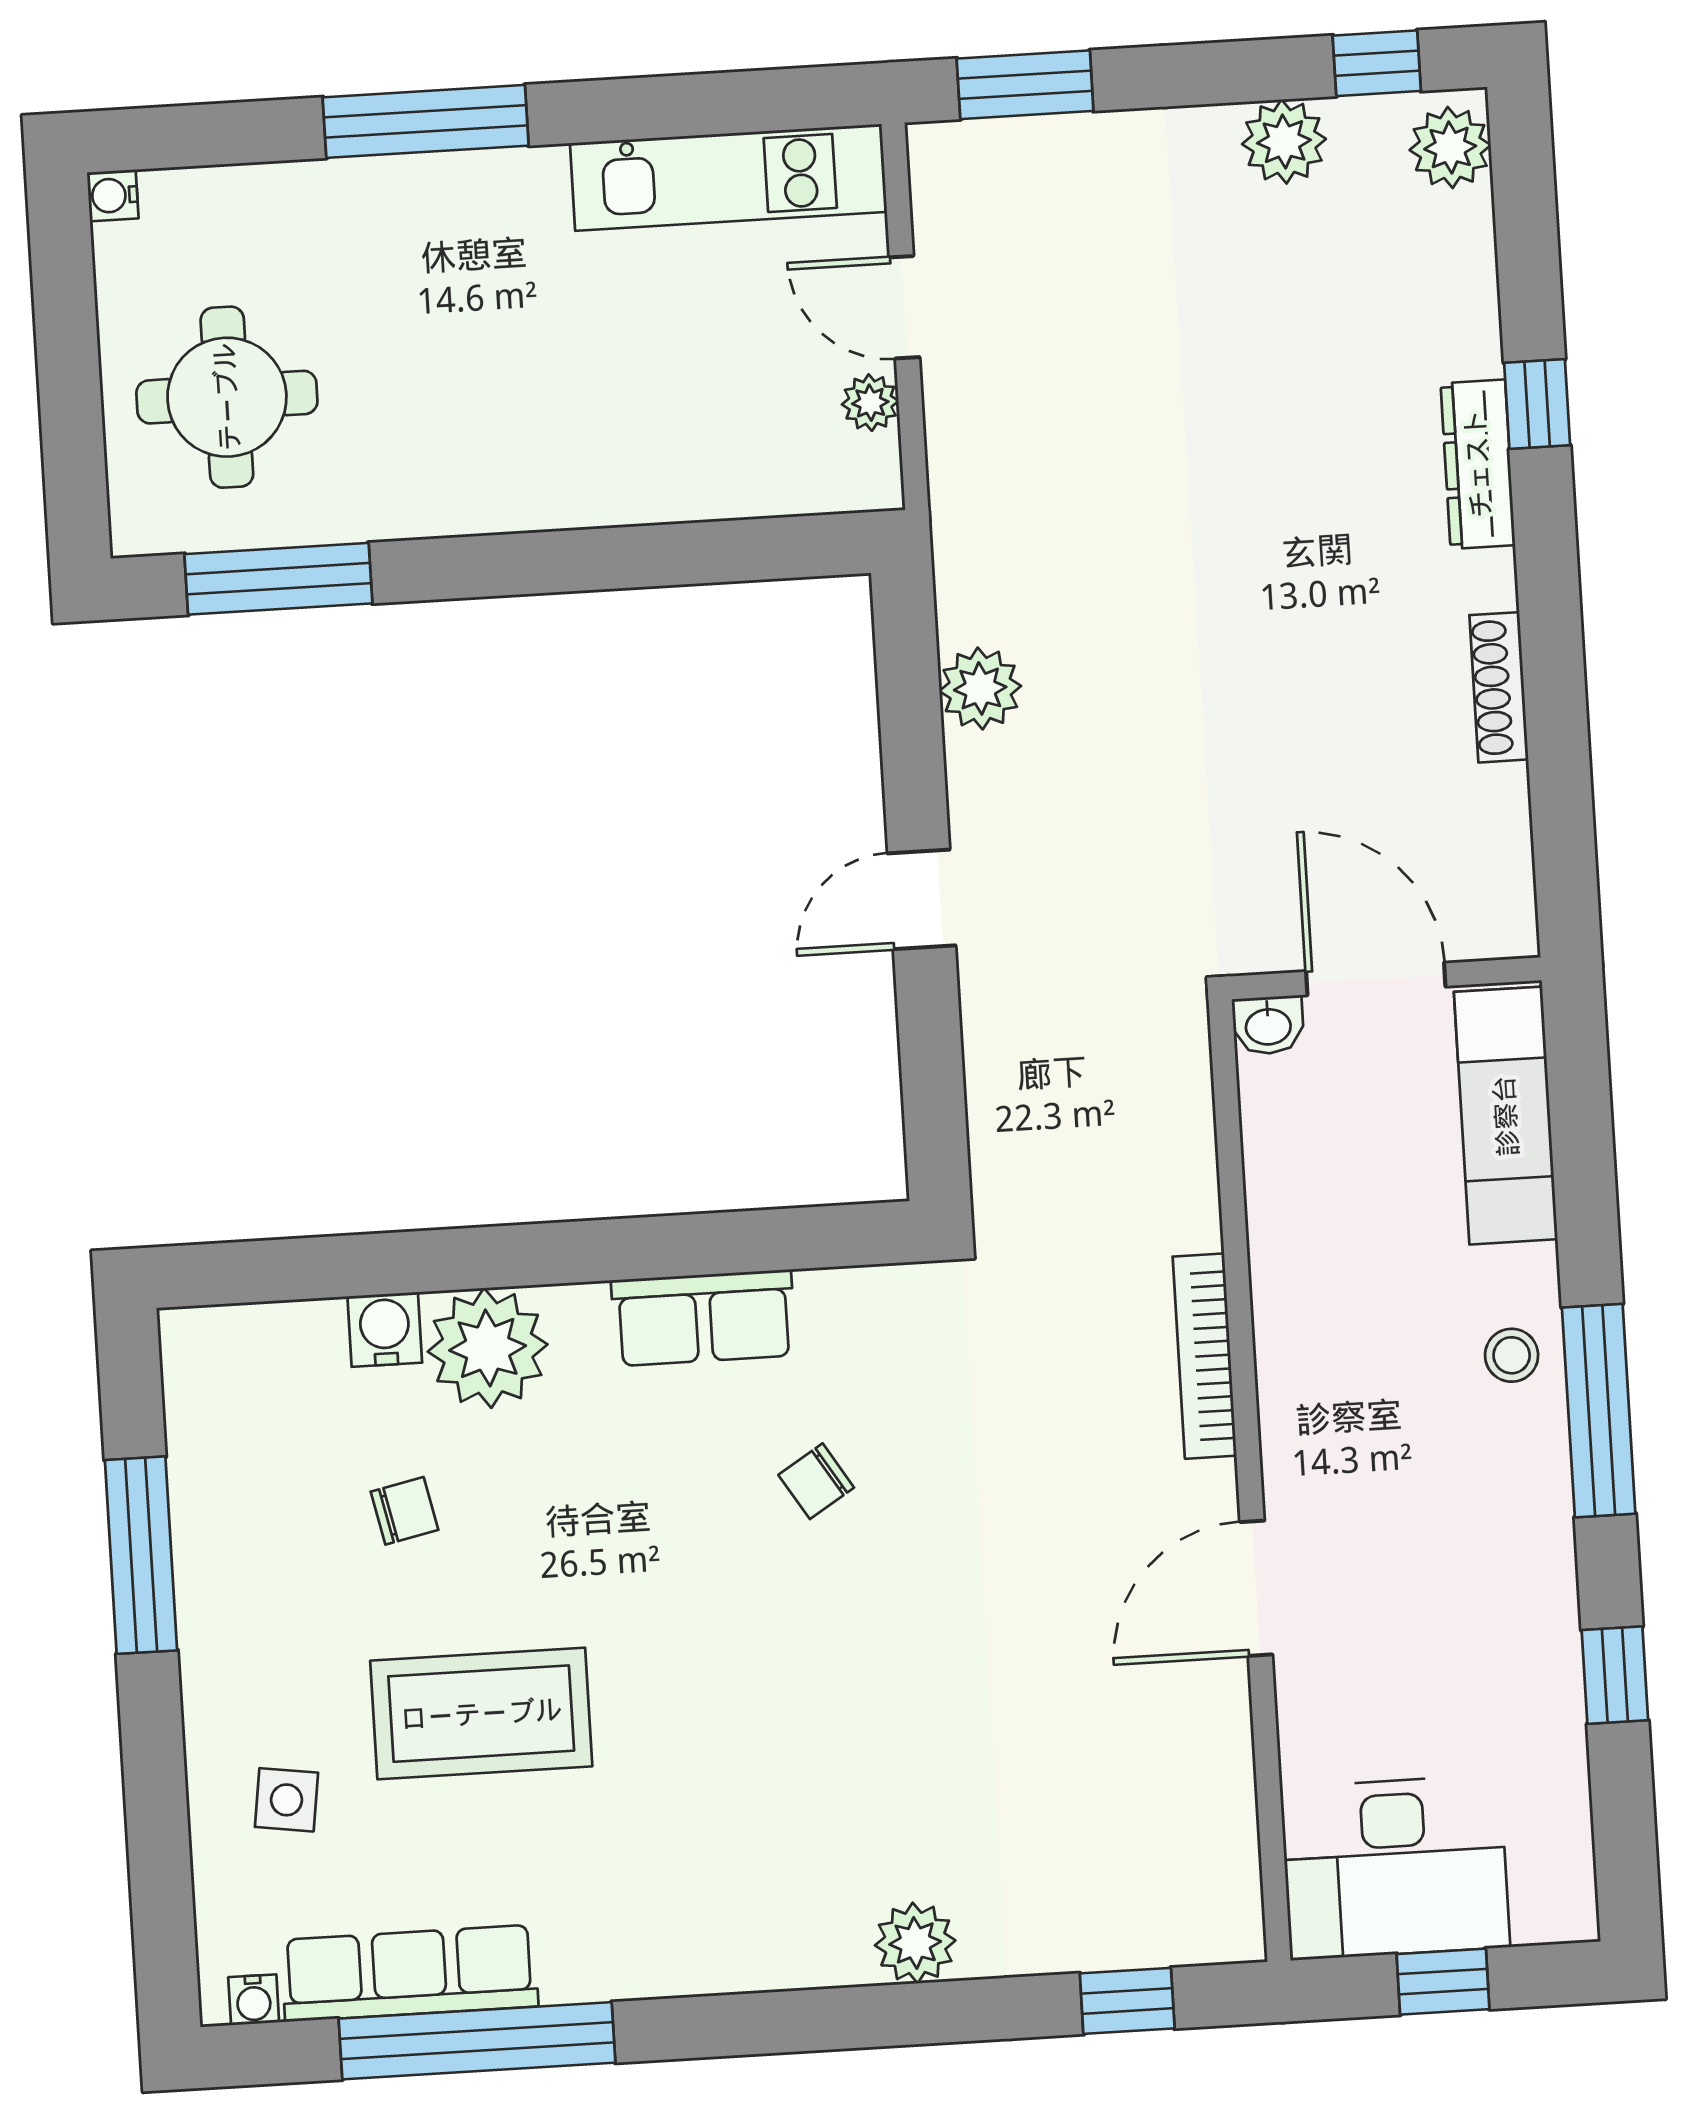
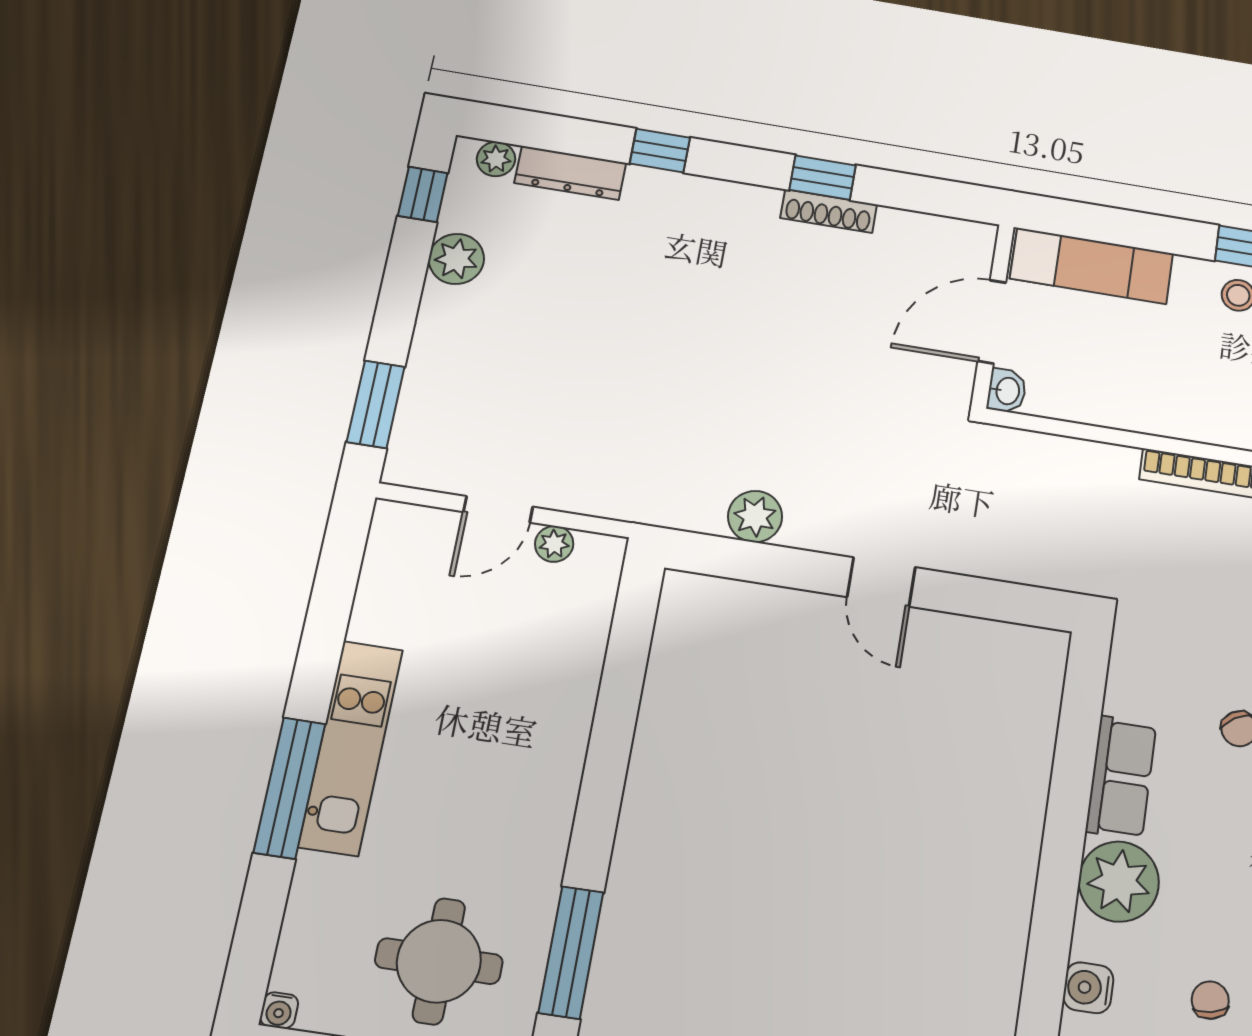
plant: (1450, 148) -> (496, 159), width x0.73, depth x0.73
kitchen unit: (728, 177) -> (351, 748), moved
dresser: (1478, 464) -> (570, 173), moved
window: (1553, 665) -> (823, 178), added
plant: (488, 1348) -> (1119, 882), moved

